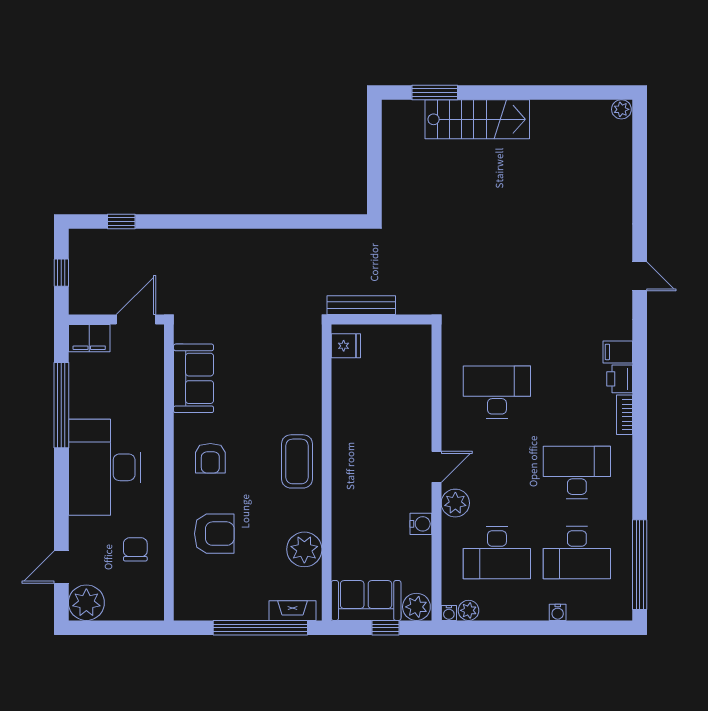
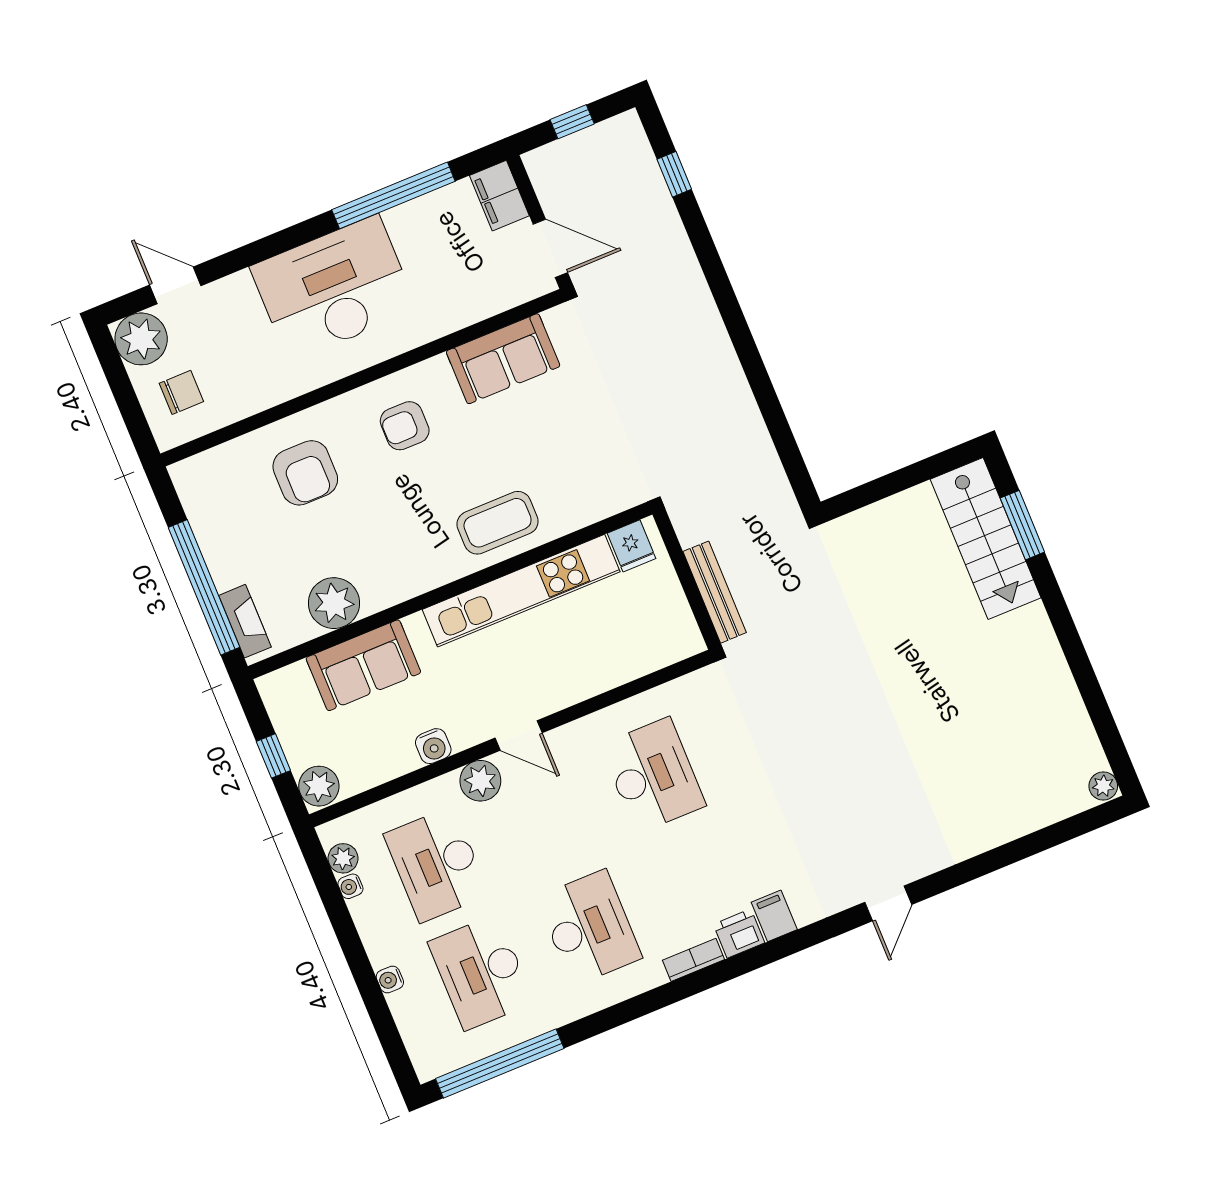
stairs: (477, 119) -> (986, 538), moved
bench: (361, 305) -> (715, 592), moved
kitchen unit: (345, 428) -> (521, 591), added
coffee table: (297, 461) -> (498, 523), moved
chair: (135, 549) -> (181, 392), moved
sofa: (366, 601) -> (363, 665), moved, turned 90
water cooler: (449, 613) -> (350, 886), moved

